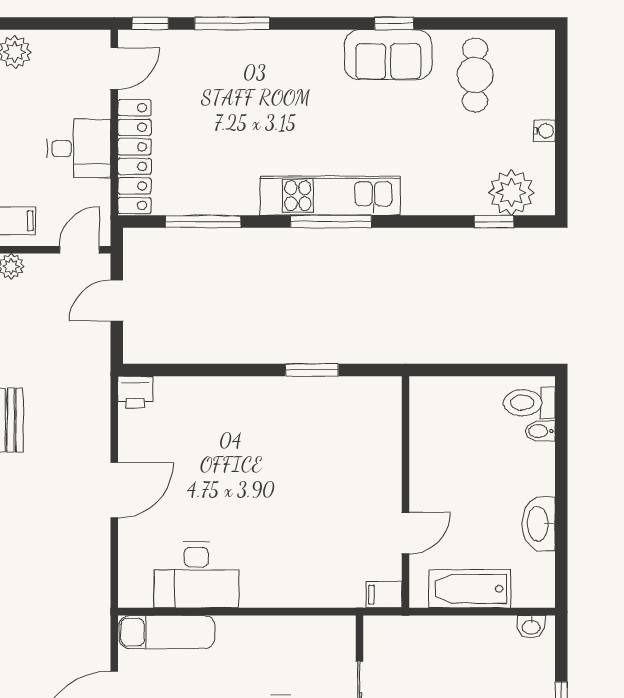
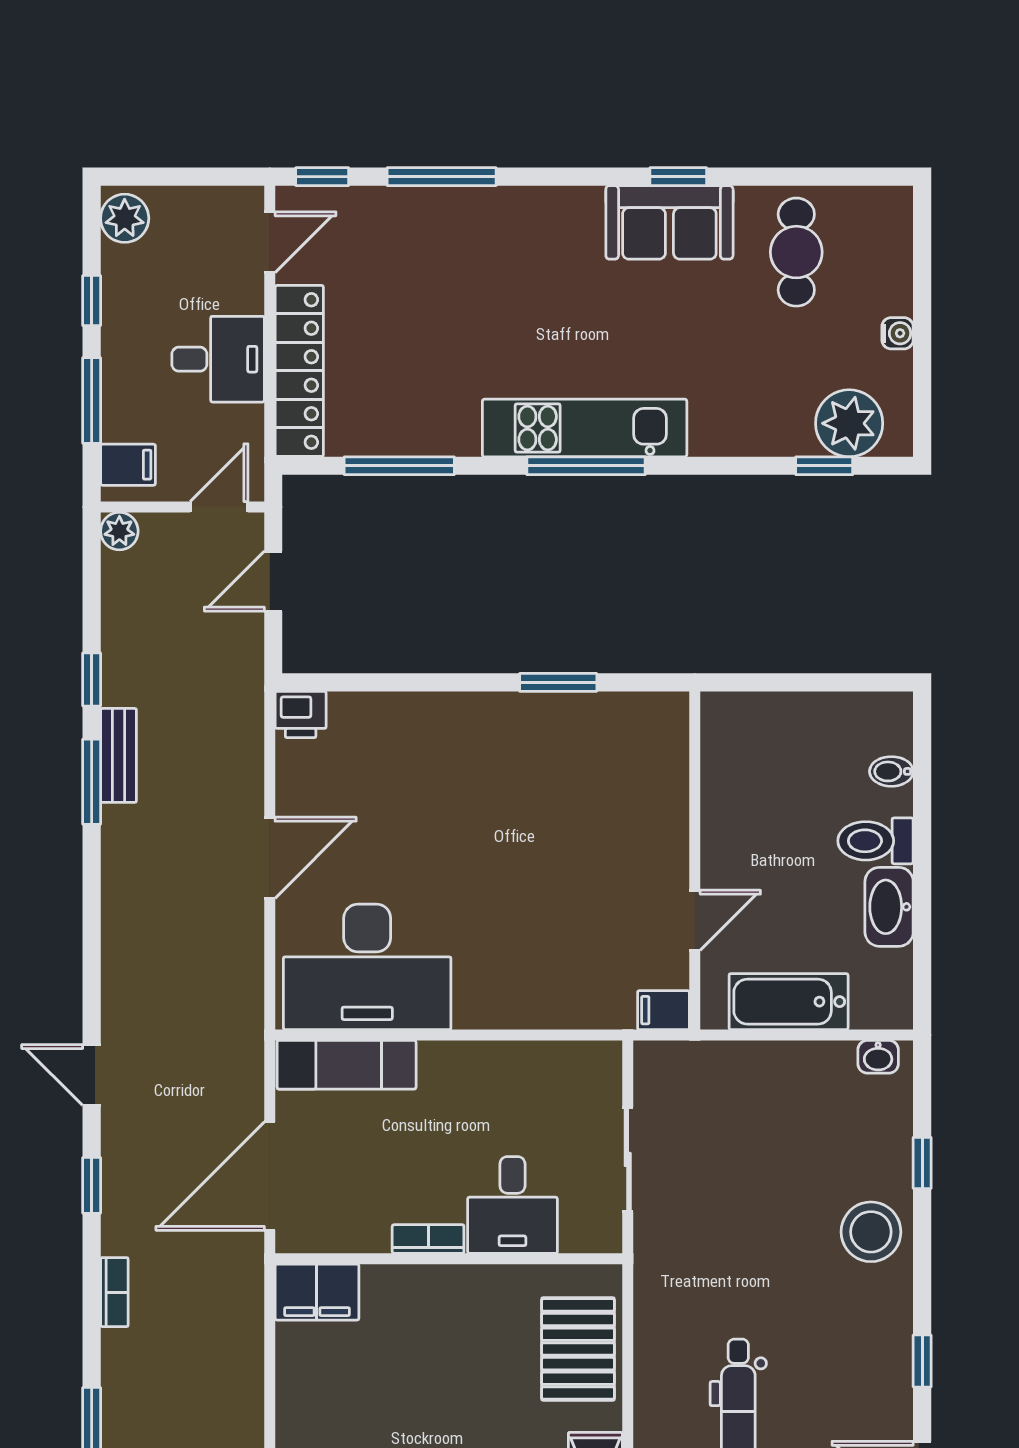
toilet: (529, 403) -> (875, 841), moved
desk: (196, 575) -> (367, 967), width x1.36, depth x1.30

